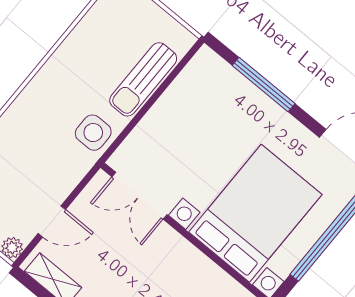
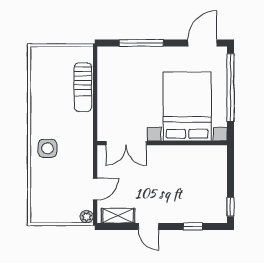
side table: (93, 133) -> (48, 148), moved

